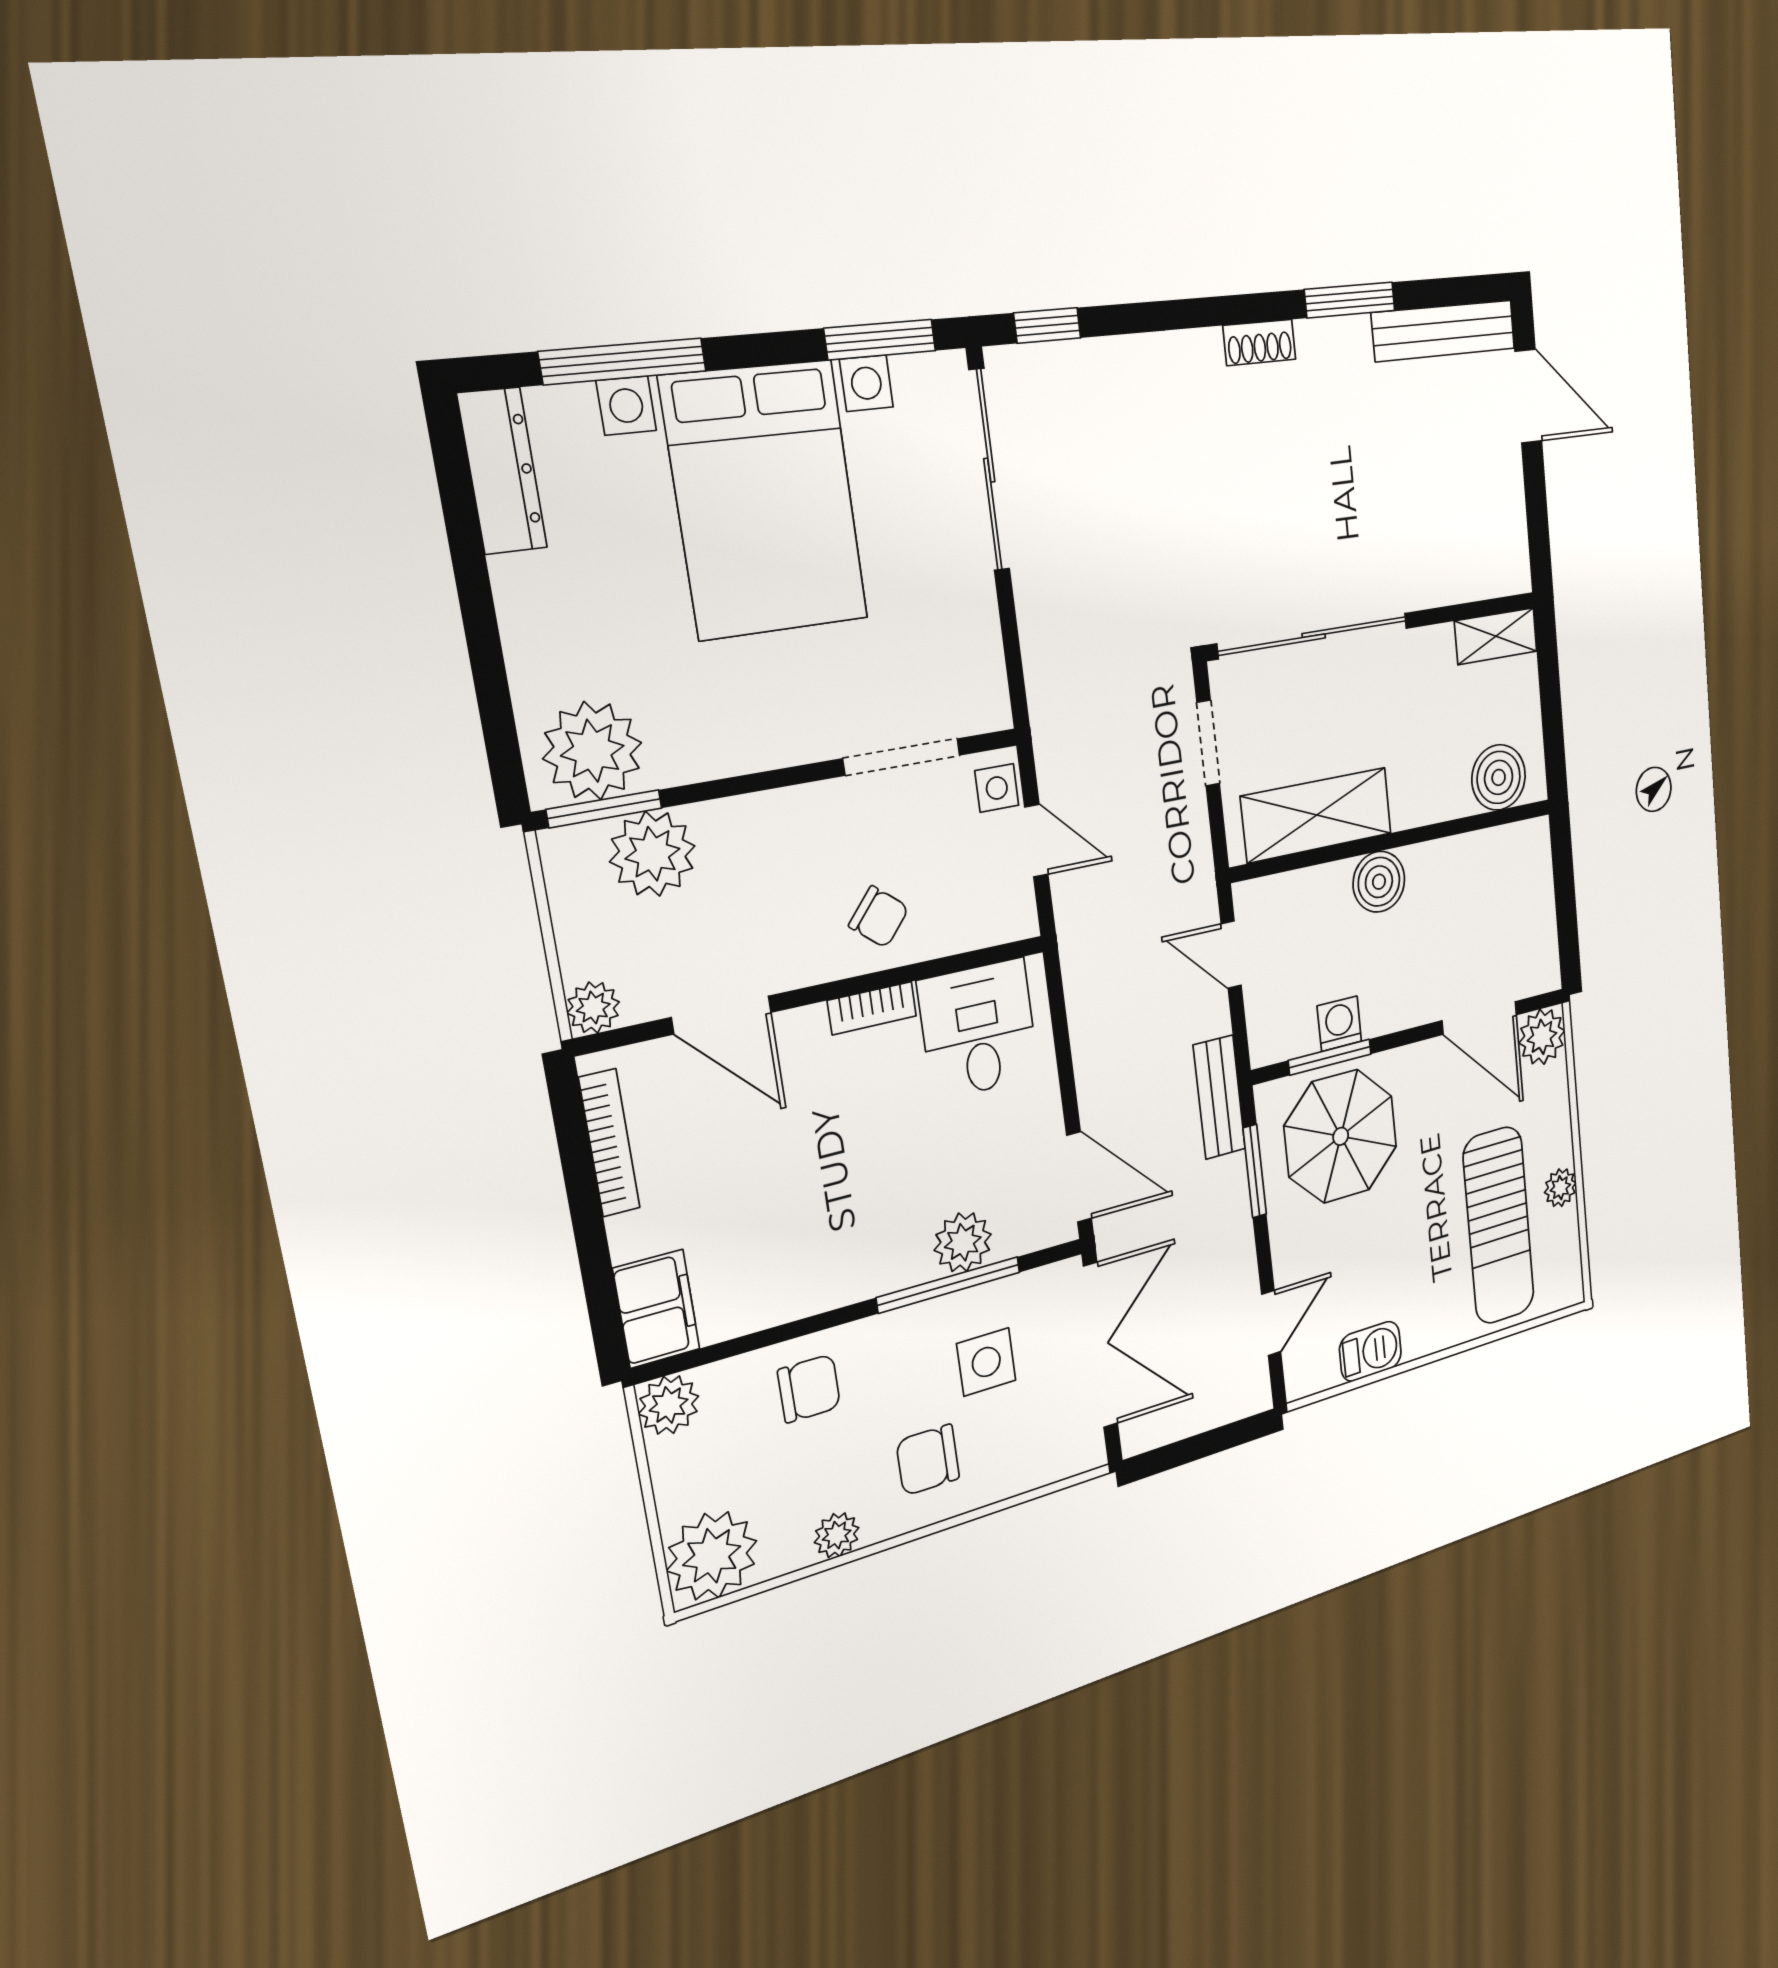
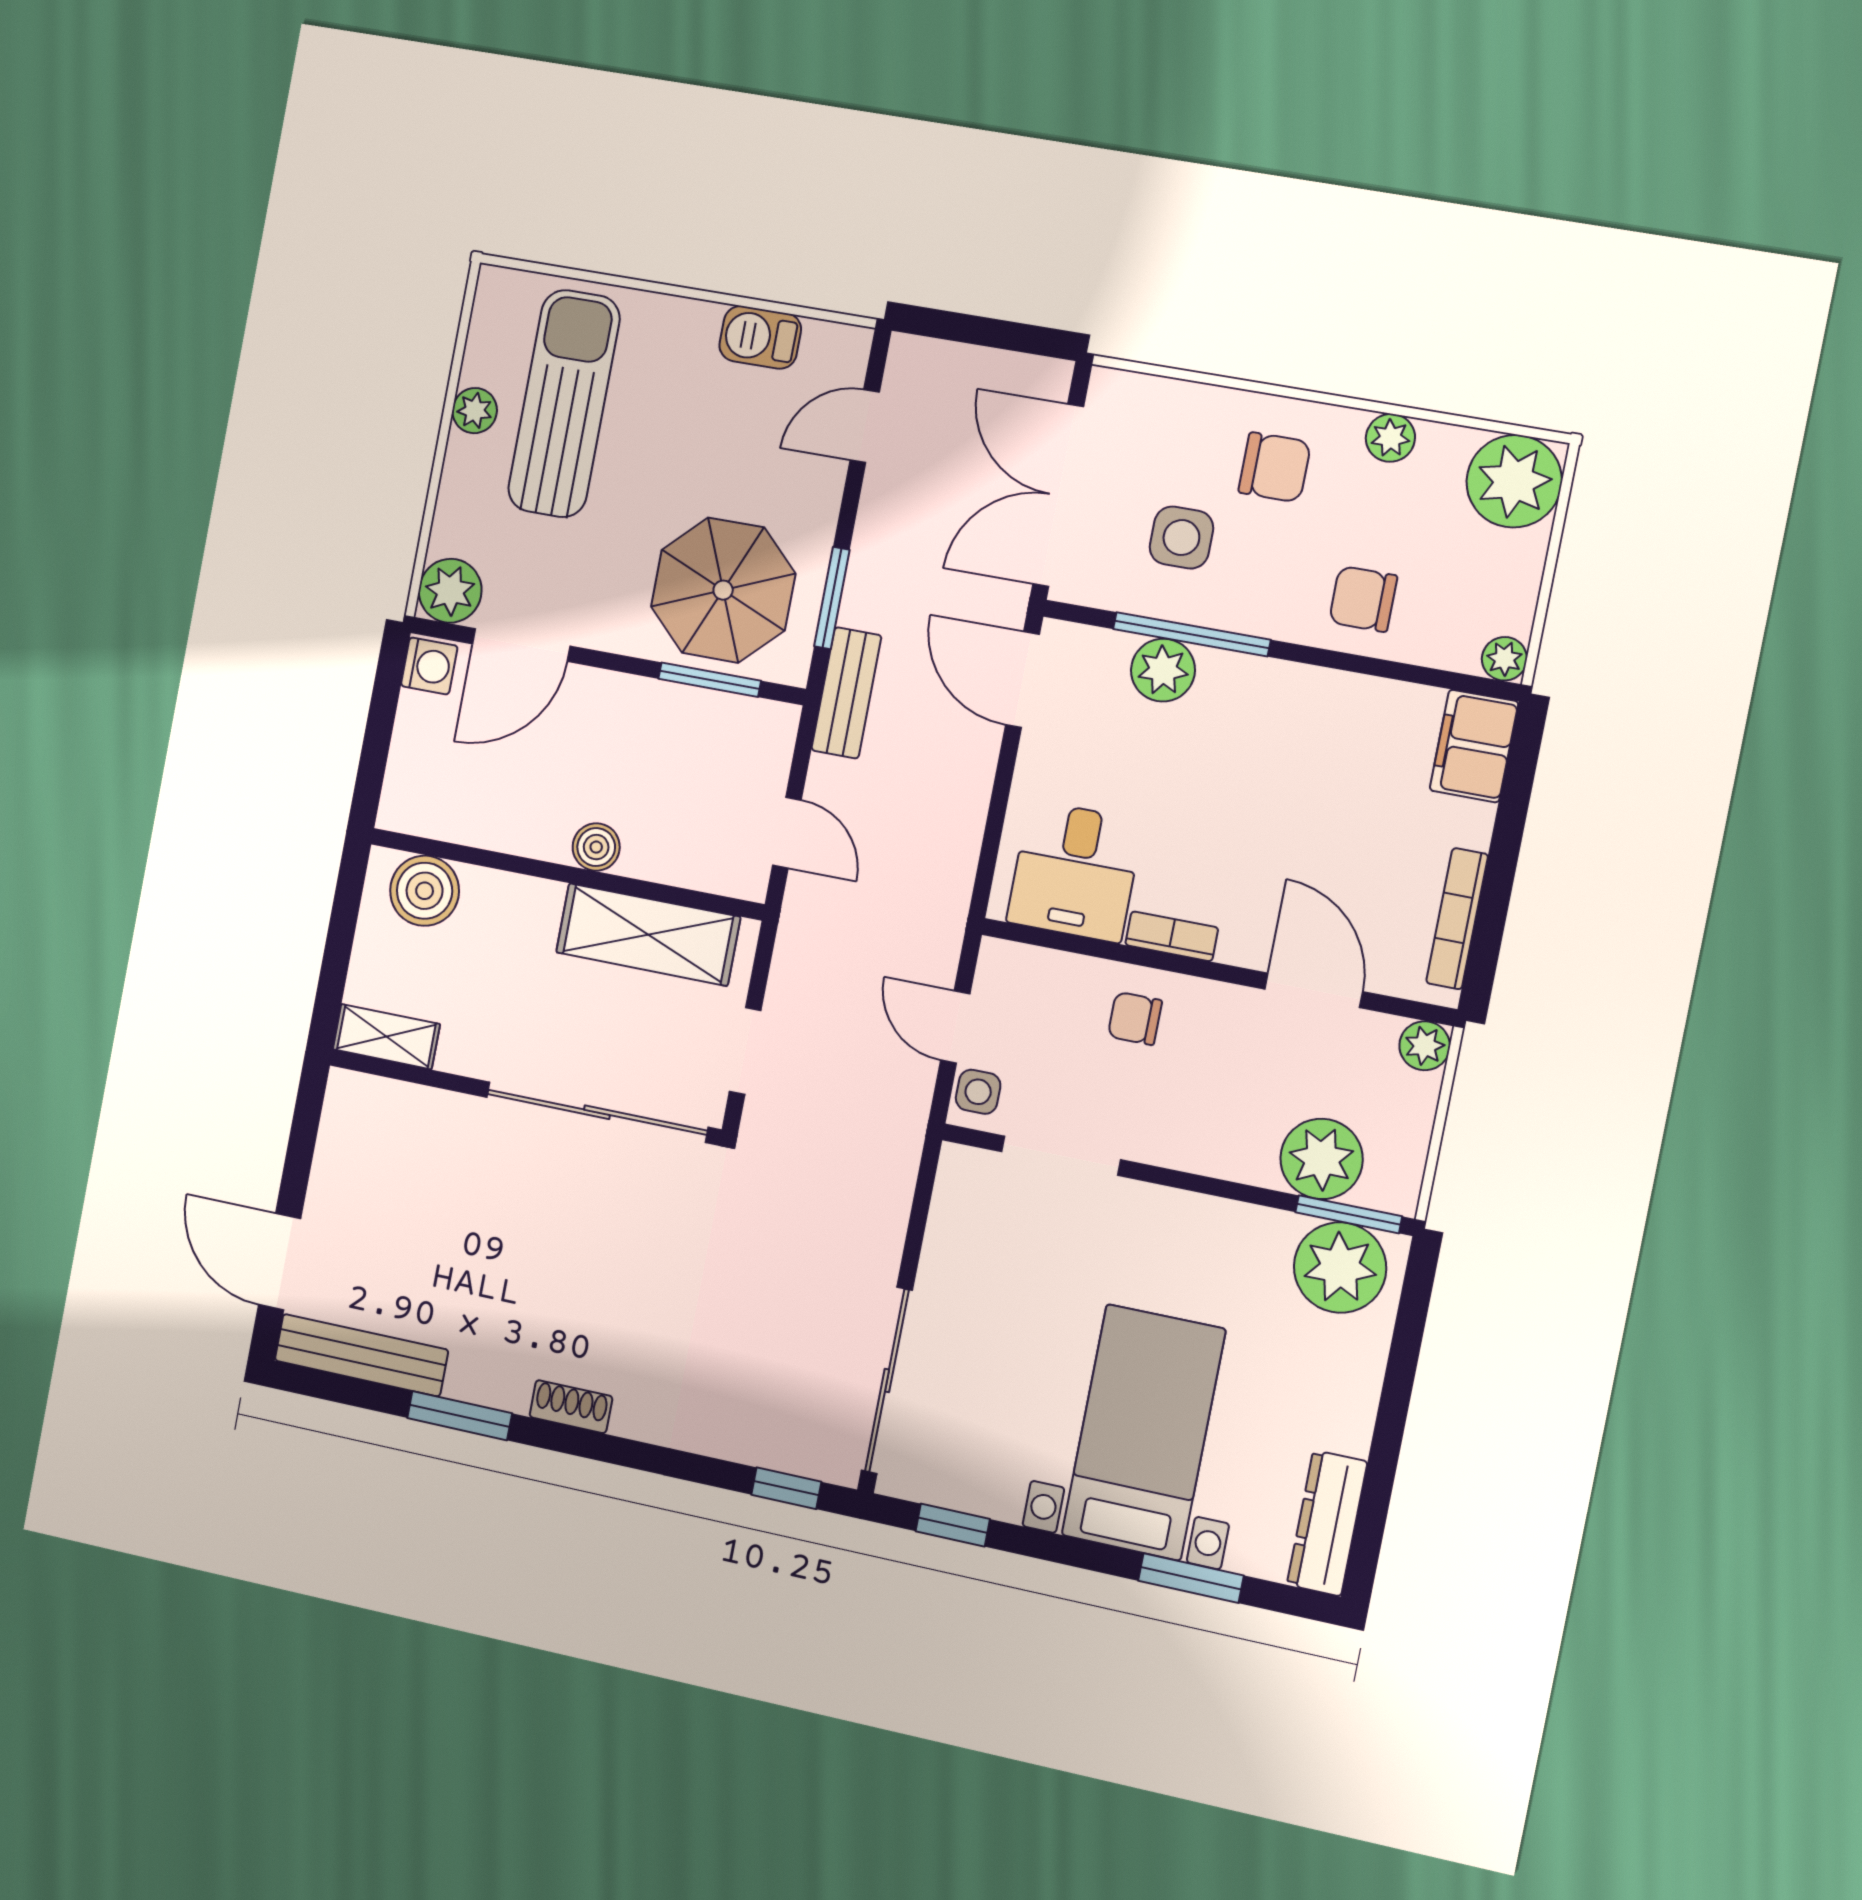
window: (880, 340) -> (953, 1525), width x0.67
window: (623, 361) -> (1191, 1578), width x0.69
bed with nightstands: (765, 500) -> (1144, 1432), width x0.73
boiler: (1379, 882) -> (596, 847), width x0.73, depth x0.73
chair: (879, 917) -> (1135, 1018), turned -40
door: (1479, 1018) -> (521, 645), swing flipped
washing machine: (1339, 1024) -> (429, 666), moved, turned -90
plant: (669, 1405) -> (1504, 659), width x0.73, depth x0.73

